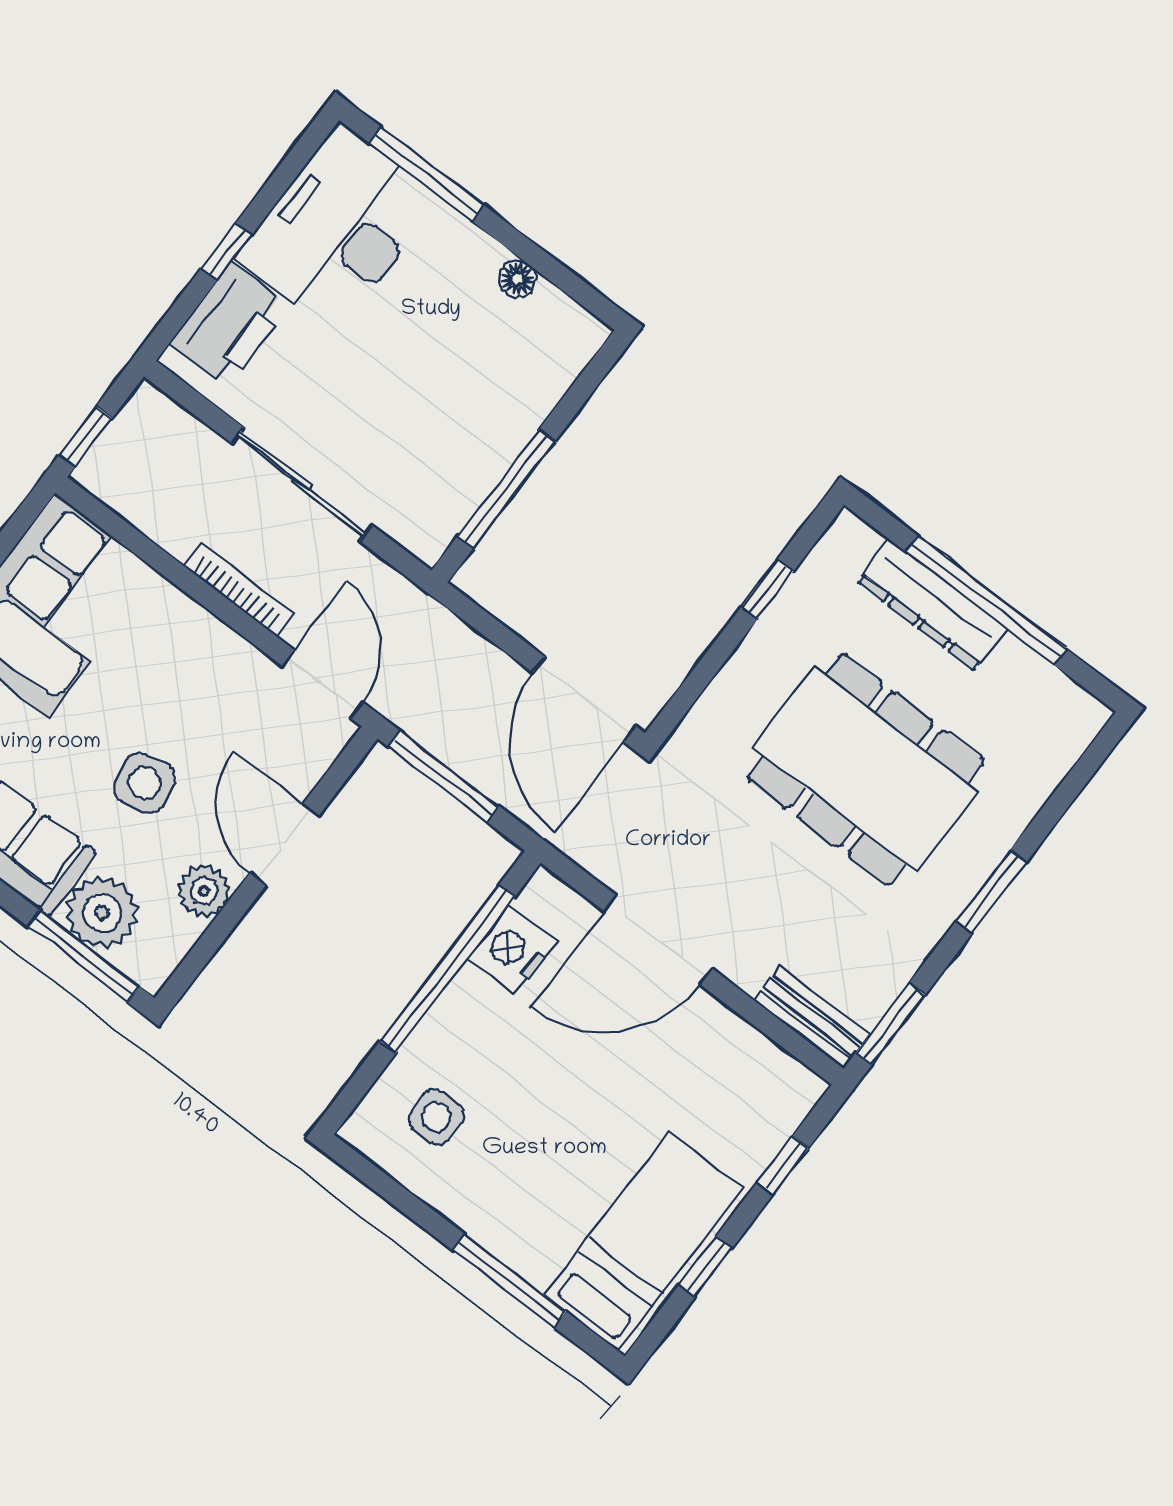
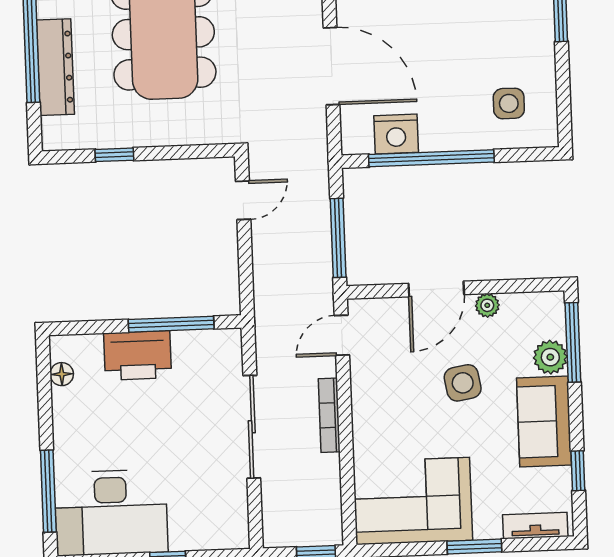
floor lamp: (518, 279) -> (62, 374), moved
printer: (229, 325) -> (138, 355), moved, turned 180
door: (323, 684) -> (342, 335), width x0.73
door: (584, 699) -> (243, 200), width x0.53
plant: (204, 891) -> (487, 305), width x0.73, depth x0.73
plant: (102, 913) -> (550, 357), width x0.73, depth x0.73

